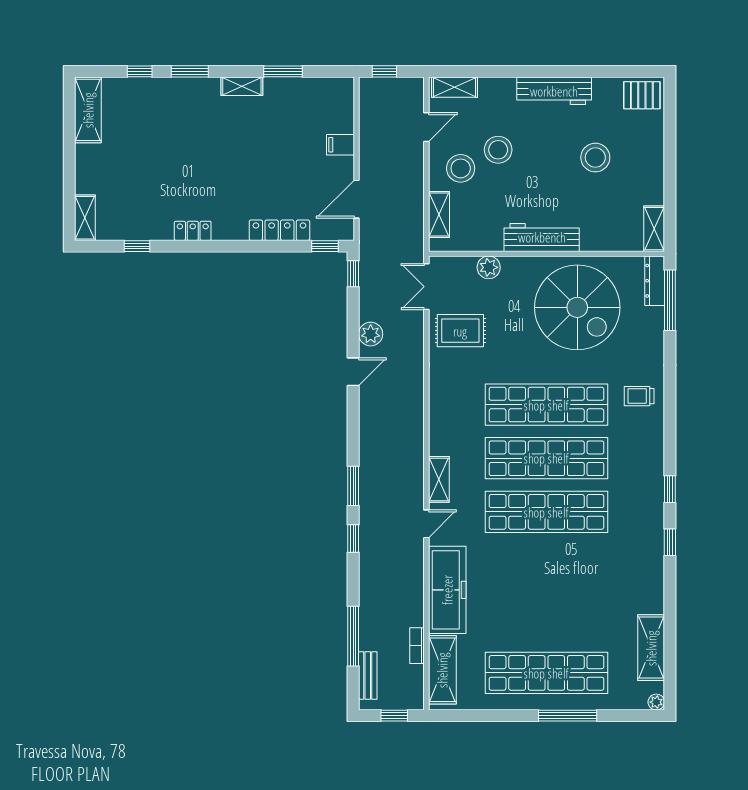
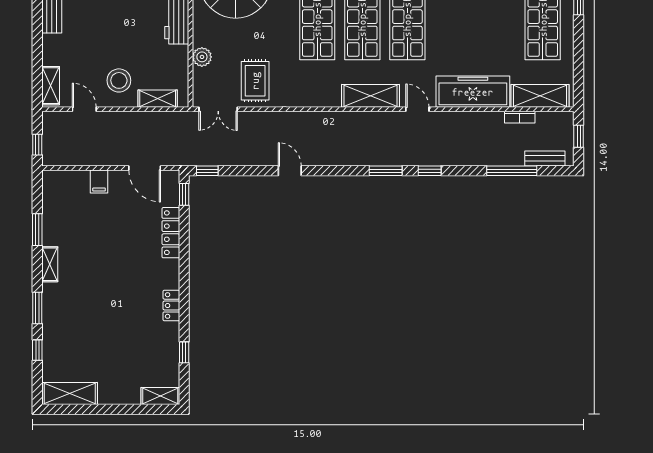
stool: (498, 150) -> (103, 49), removed
plant: (371, 334) -> (258, 156), removed
shelving: (439, 479) -> (370, 96), width x1.50, depth x1.33

